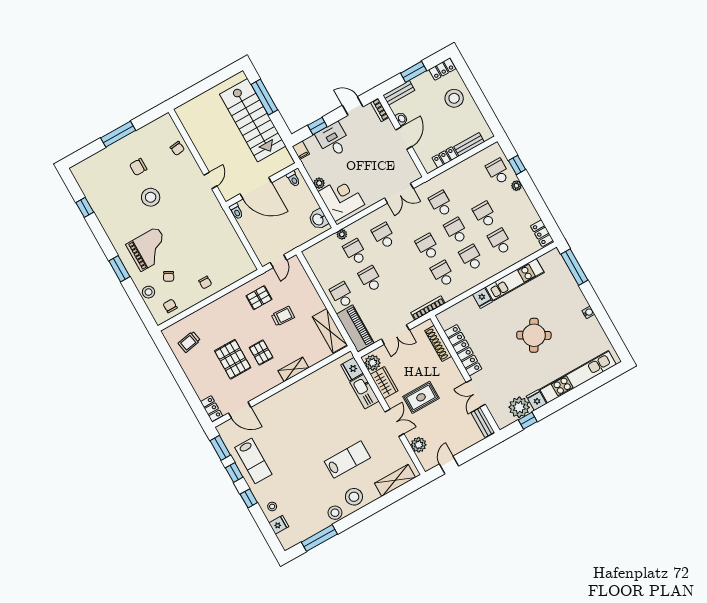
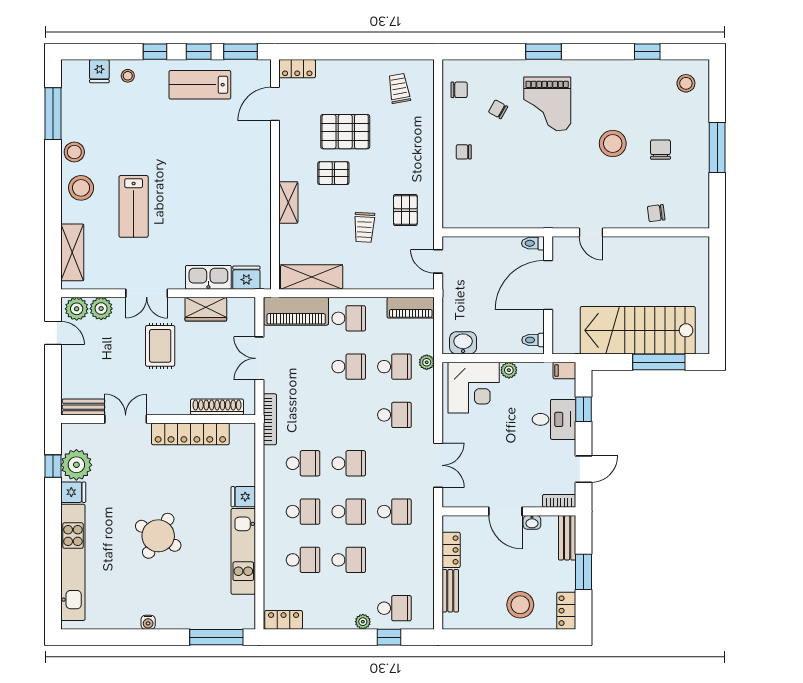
double door: (399, 193) -> (438, 465), swing flipped
piano: (315, 262) -> (411, 308), added
stool: (149, 292) -> (686, 83), moved
plant: (373, 363) -> (77, 309), moved

